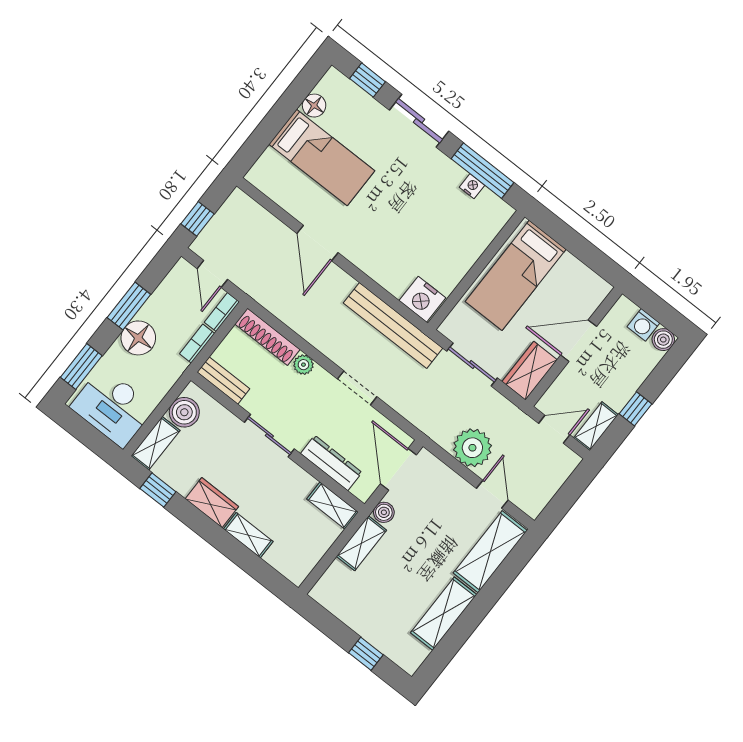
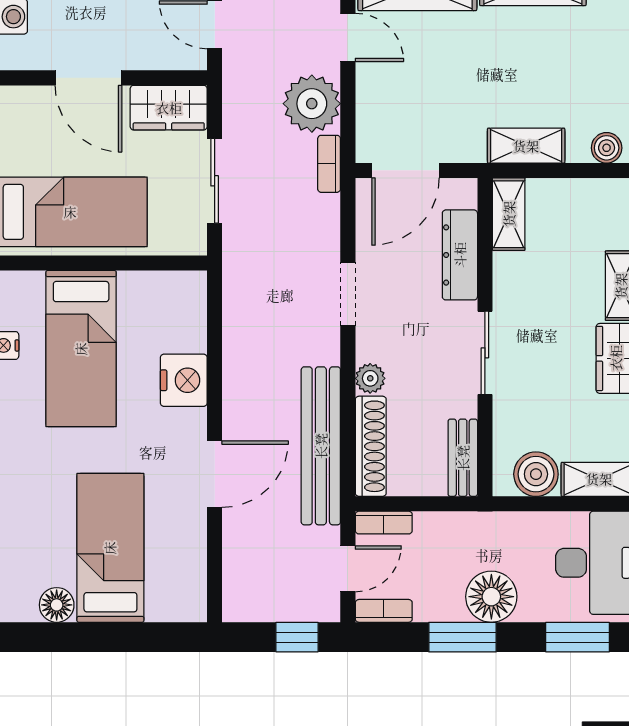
bed: (439, 225) -> (81, 349), added
nightstand: (422, 299) -> (184, 380), moved
bench: (393, 325) -> (321, 446), moved
bookcase: (197, 344) -> (384, 611), moved, turned 180
bookcase: (434, 432) -> (329, 164), added
door: (492, 494) -> (348, 37), swing flipped
boiler: (384, 512) -> (607, 148), moved

